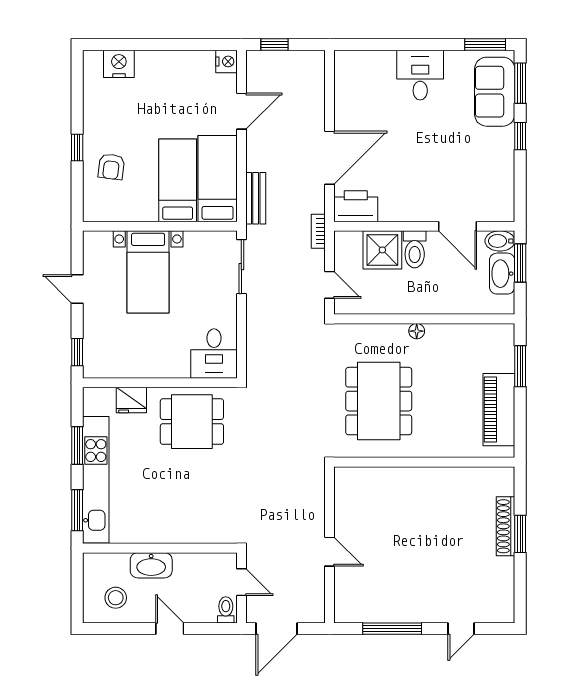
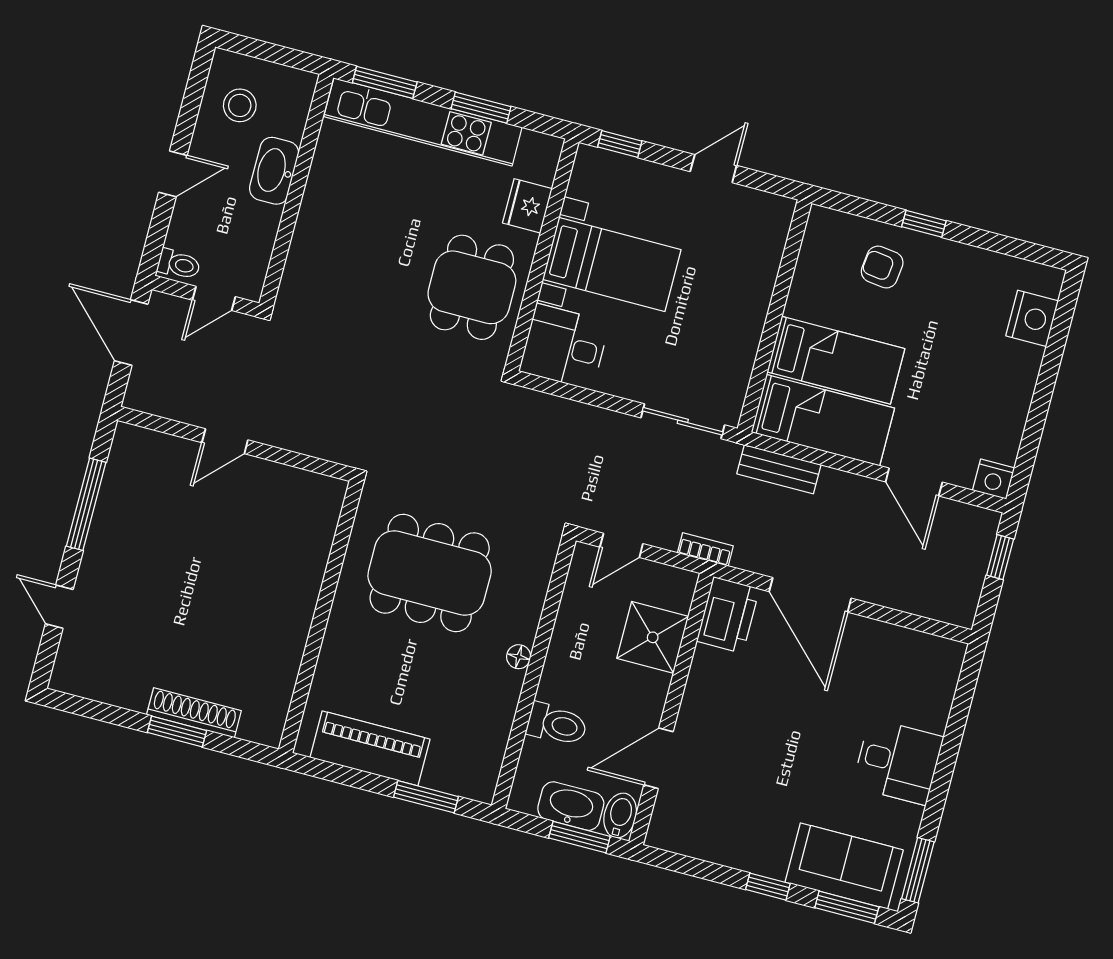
toilet: (415, 249) -> (557, 724), moved, turned 180
bed with nightstands: (148, 272) -> (612, 265), moved, turned 180

